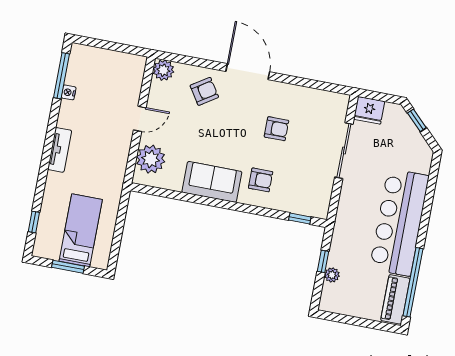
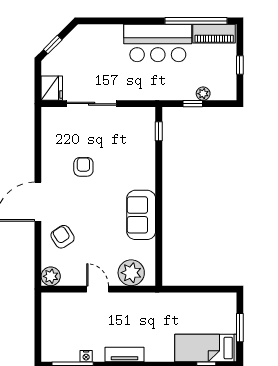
tv unit: (60, 150) -> (125, 355), moved
armchair: (261, 180) -> (131, 172), removed
bar counter: (399, 222) -> (158, 43), width x0.73
bed: (81, 230) -> (206, 348), moved
window: (356, 321) -> (240, 65), added

